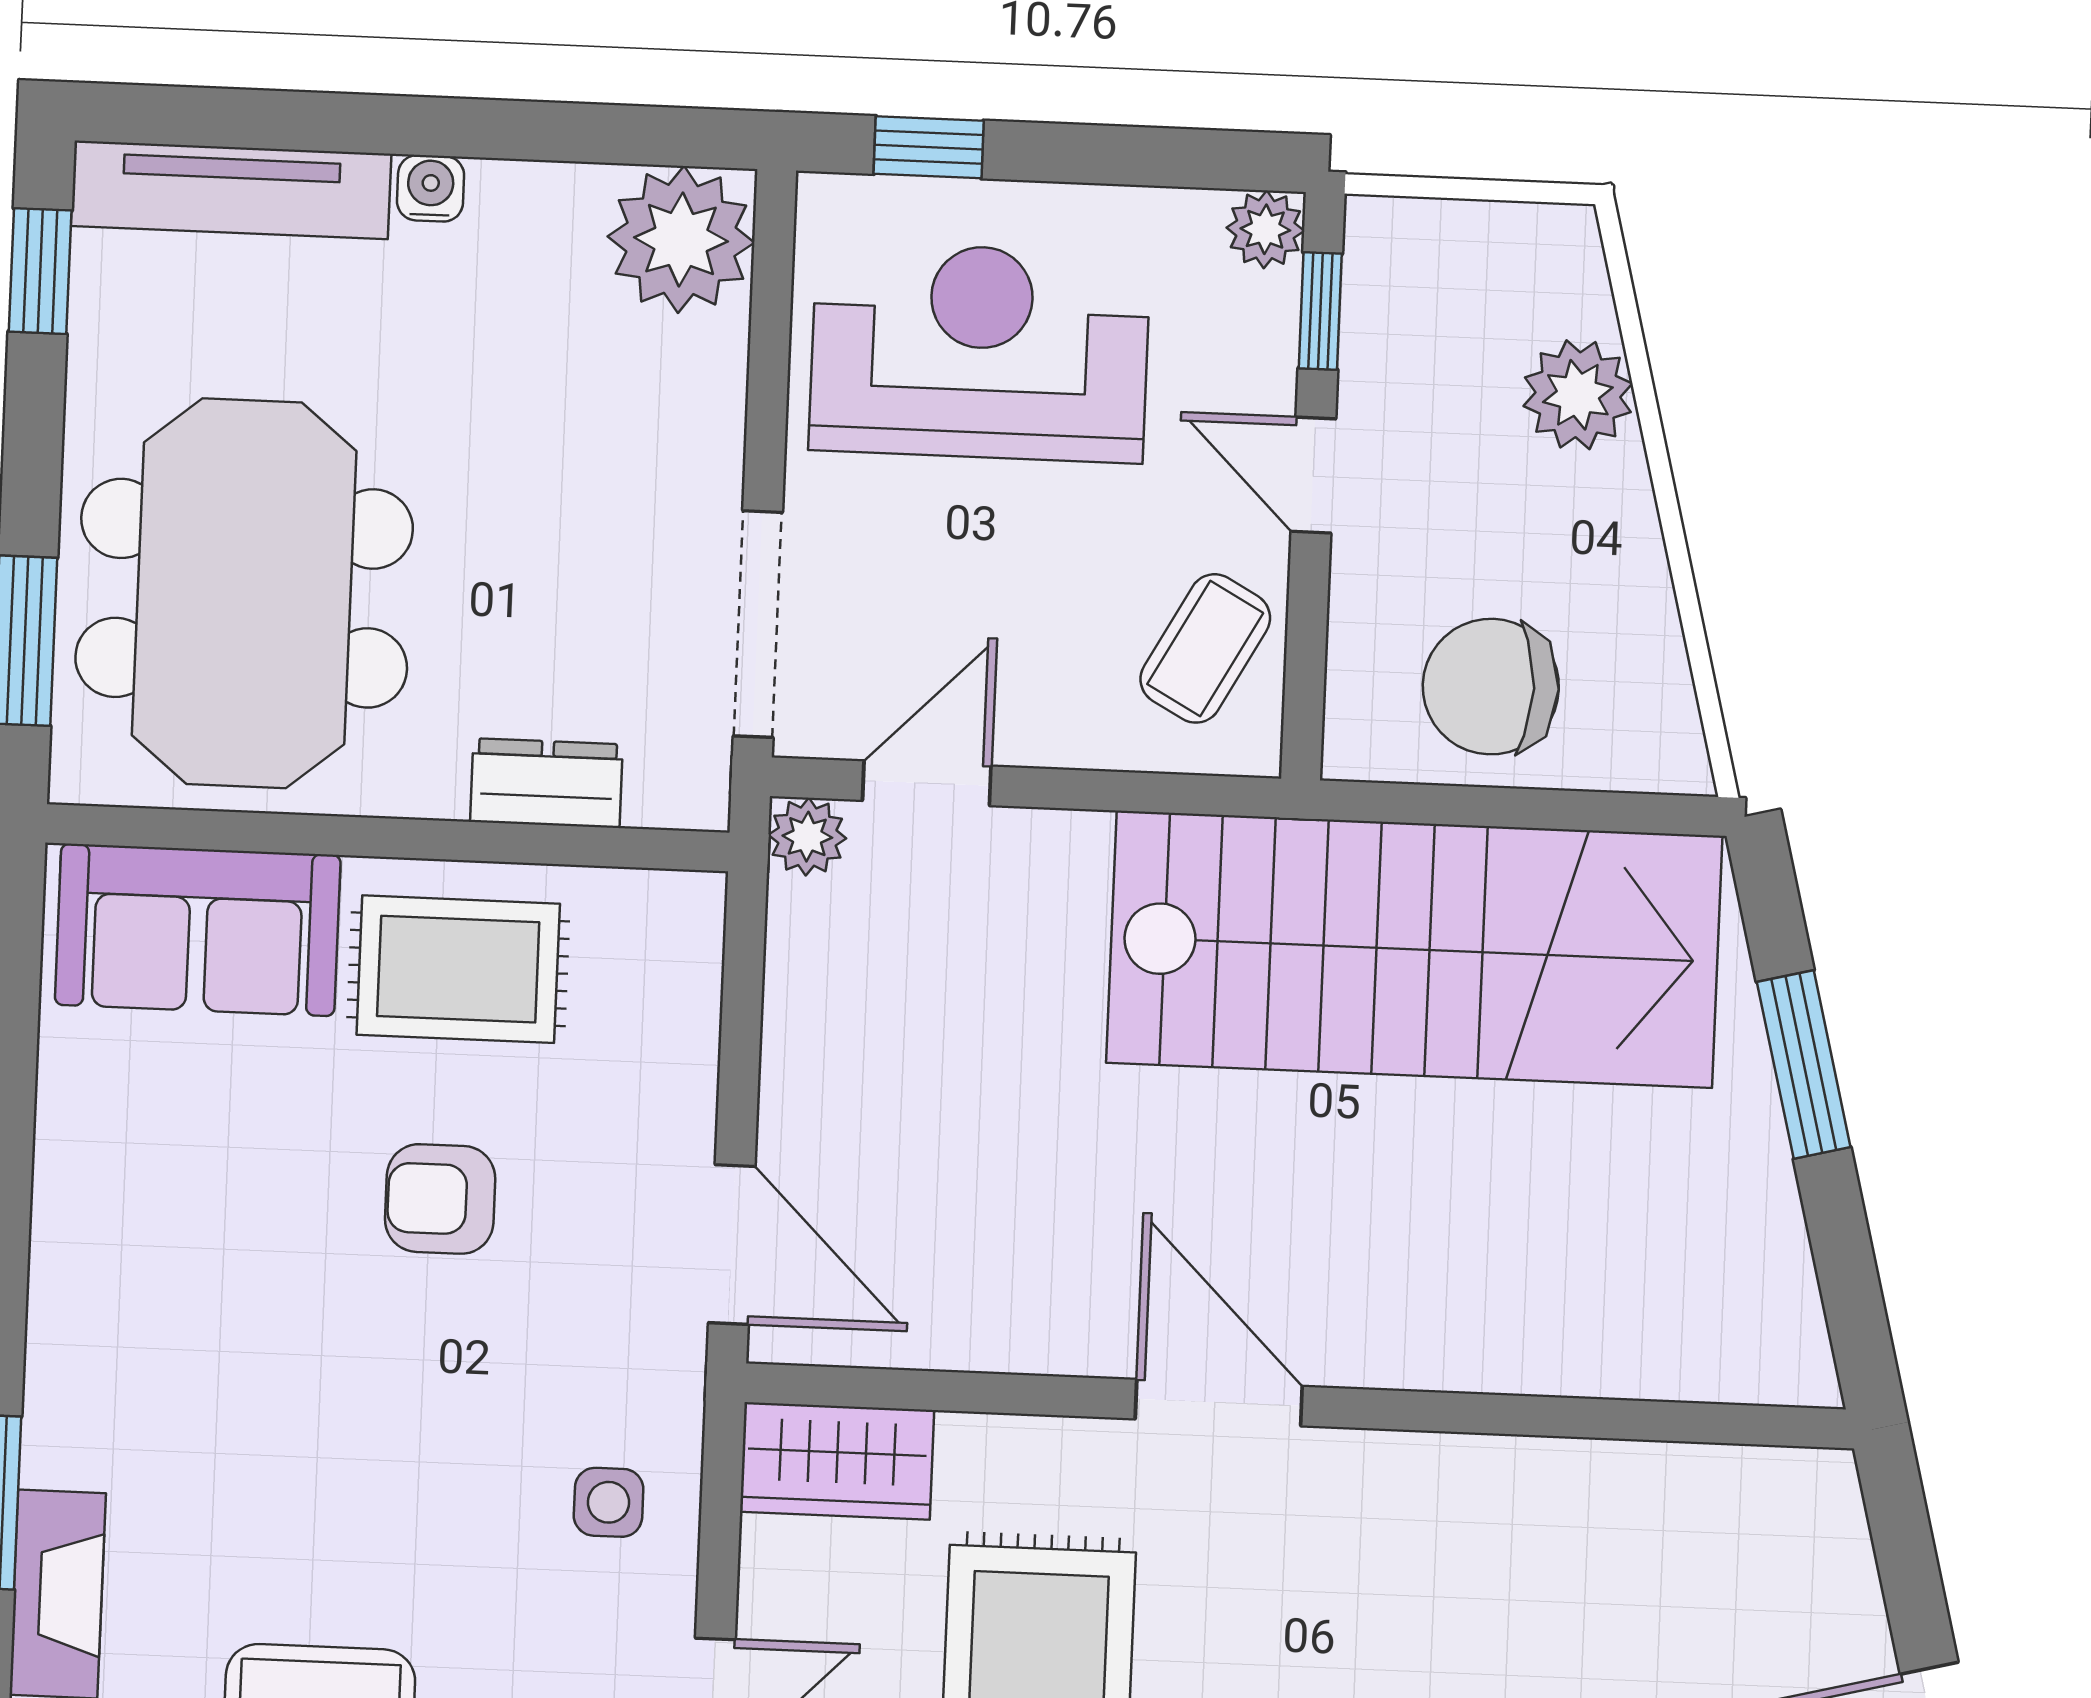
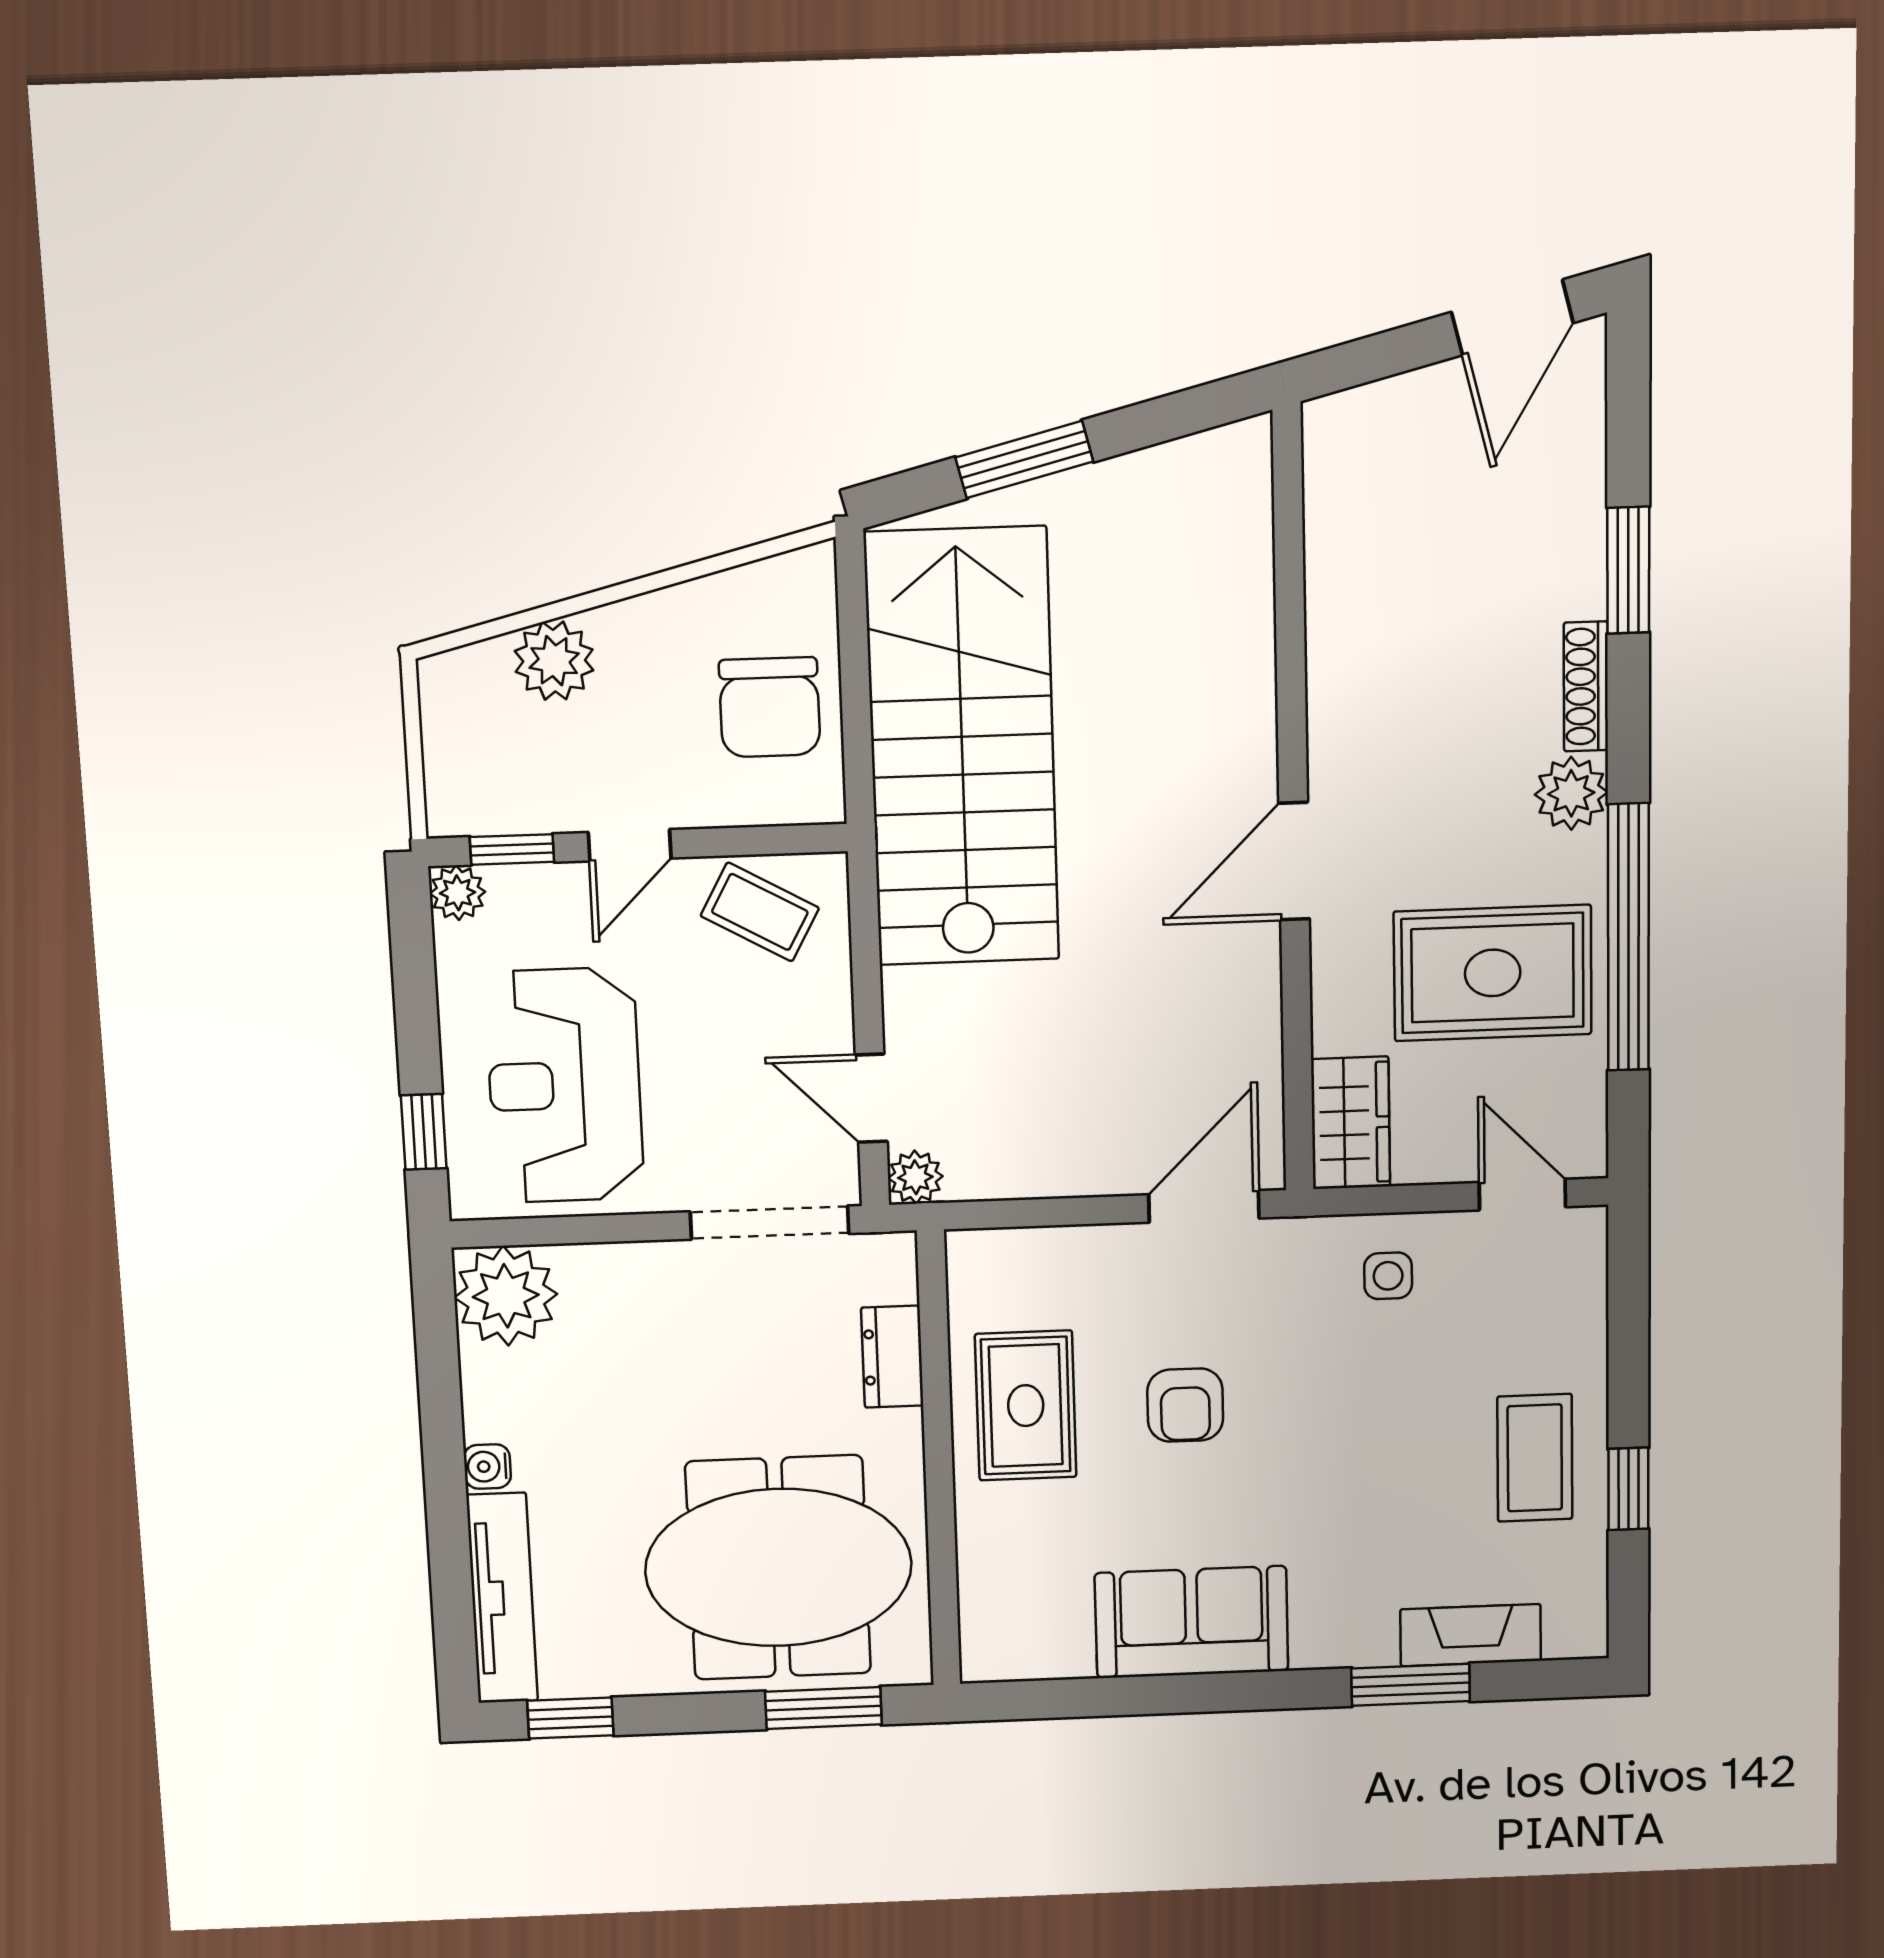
sofa: (198, 930) -> (1192, 1622), moved, turned -90

